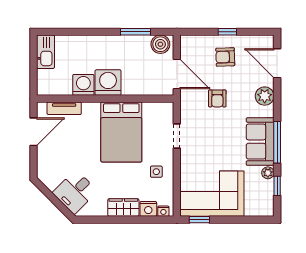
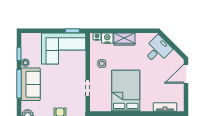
door: (33, 132) -> (186, 74), moved

